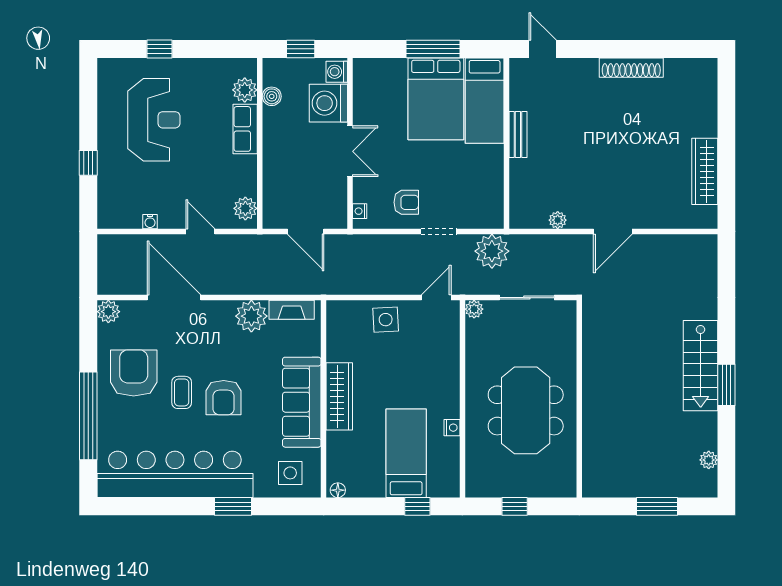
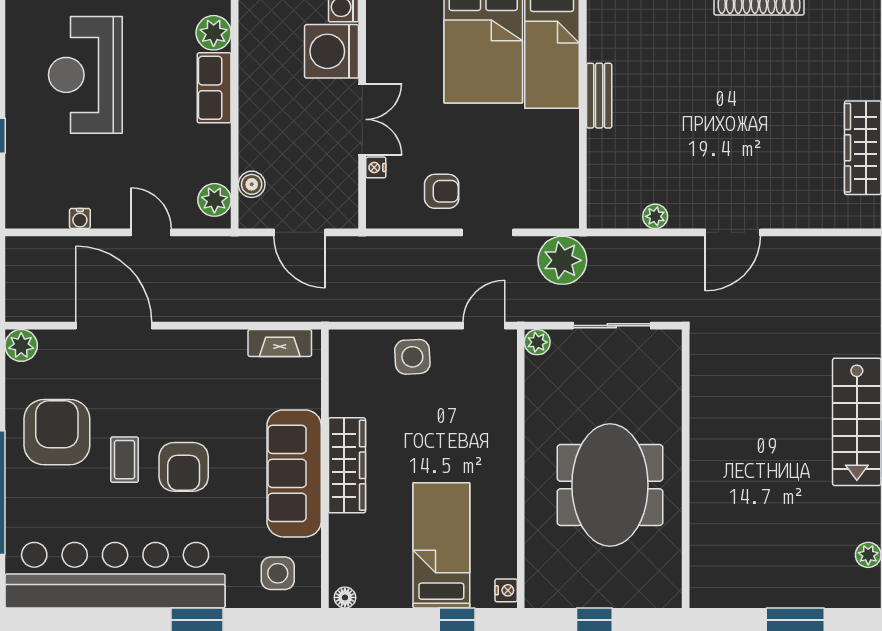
boiler: (272, 96) -> (252, 184), moved
reception desk: (154, 120) -> (85, 75), turned 180
nightstand: (360, 211) -> (376, 167), moved
plant: (251, 316) -> (223, 352), removed
nightstand: (452, 428) -> (506, 590), moved

